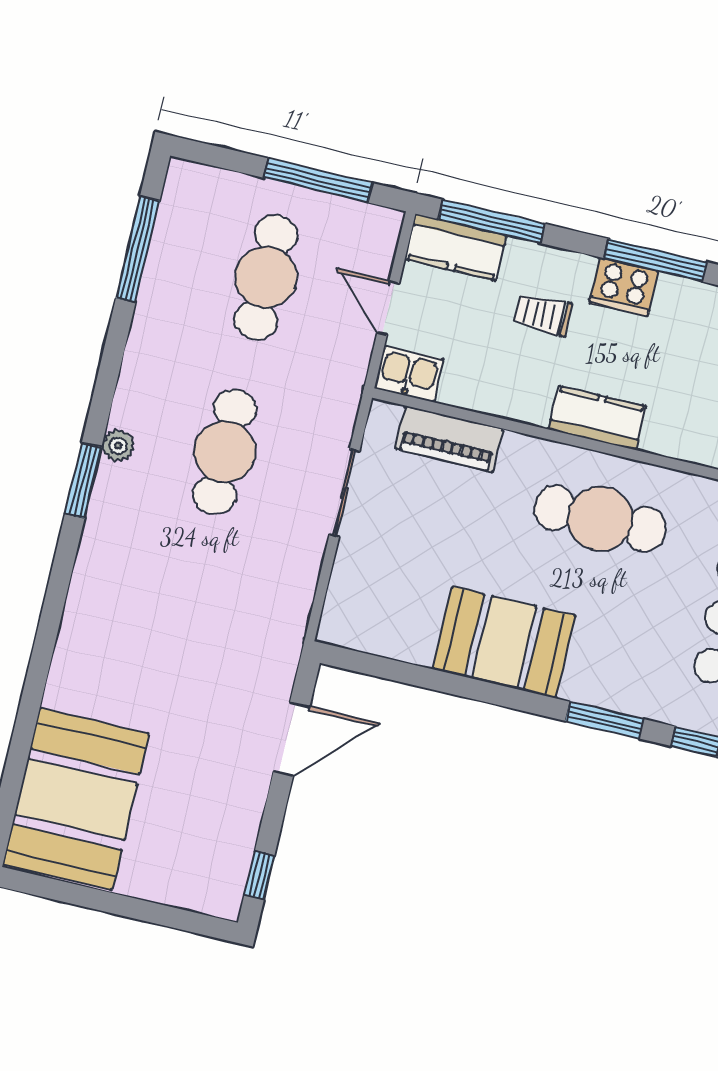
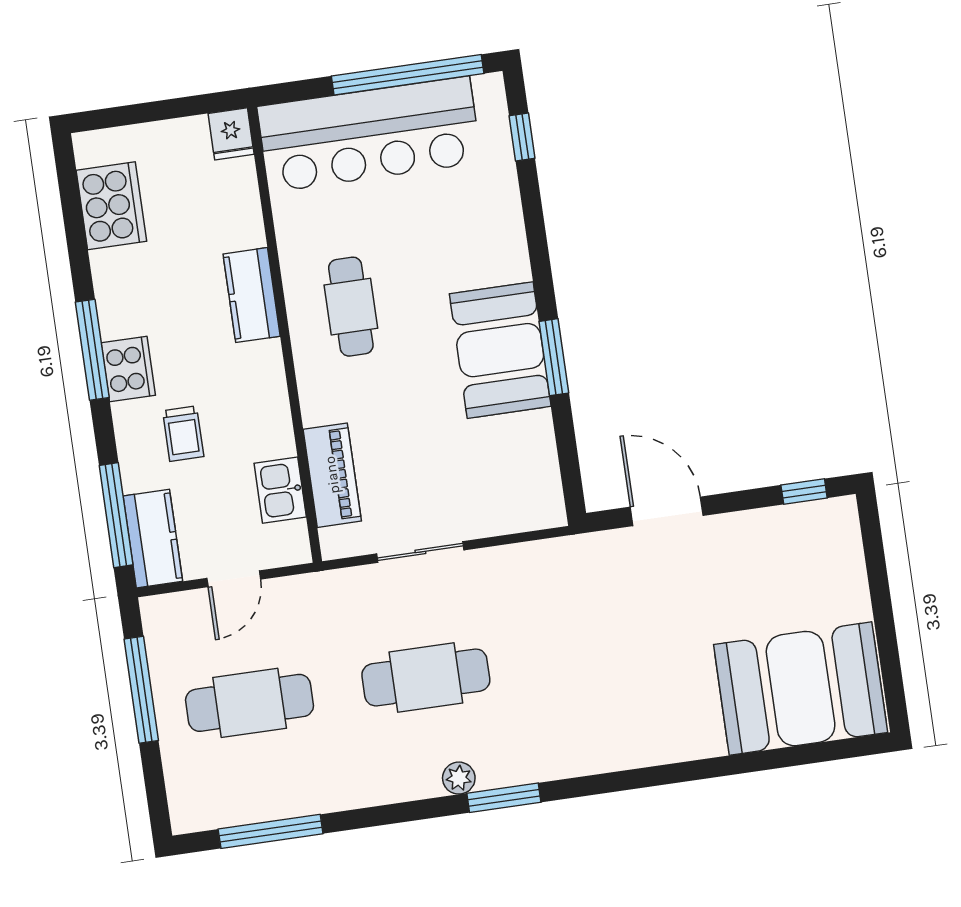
kitchen sink: (409, 374) -> (280, 490), moved
kitchen counter: (597, 418) -> (252, 295), moved
cafe table: (600, 519) -> (351, 307), width x0.73, depth x0.74
window: (605, 720) -> (554, 357), moved

